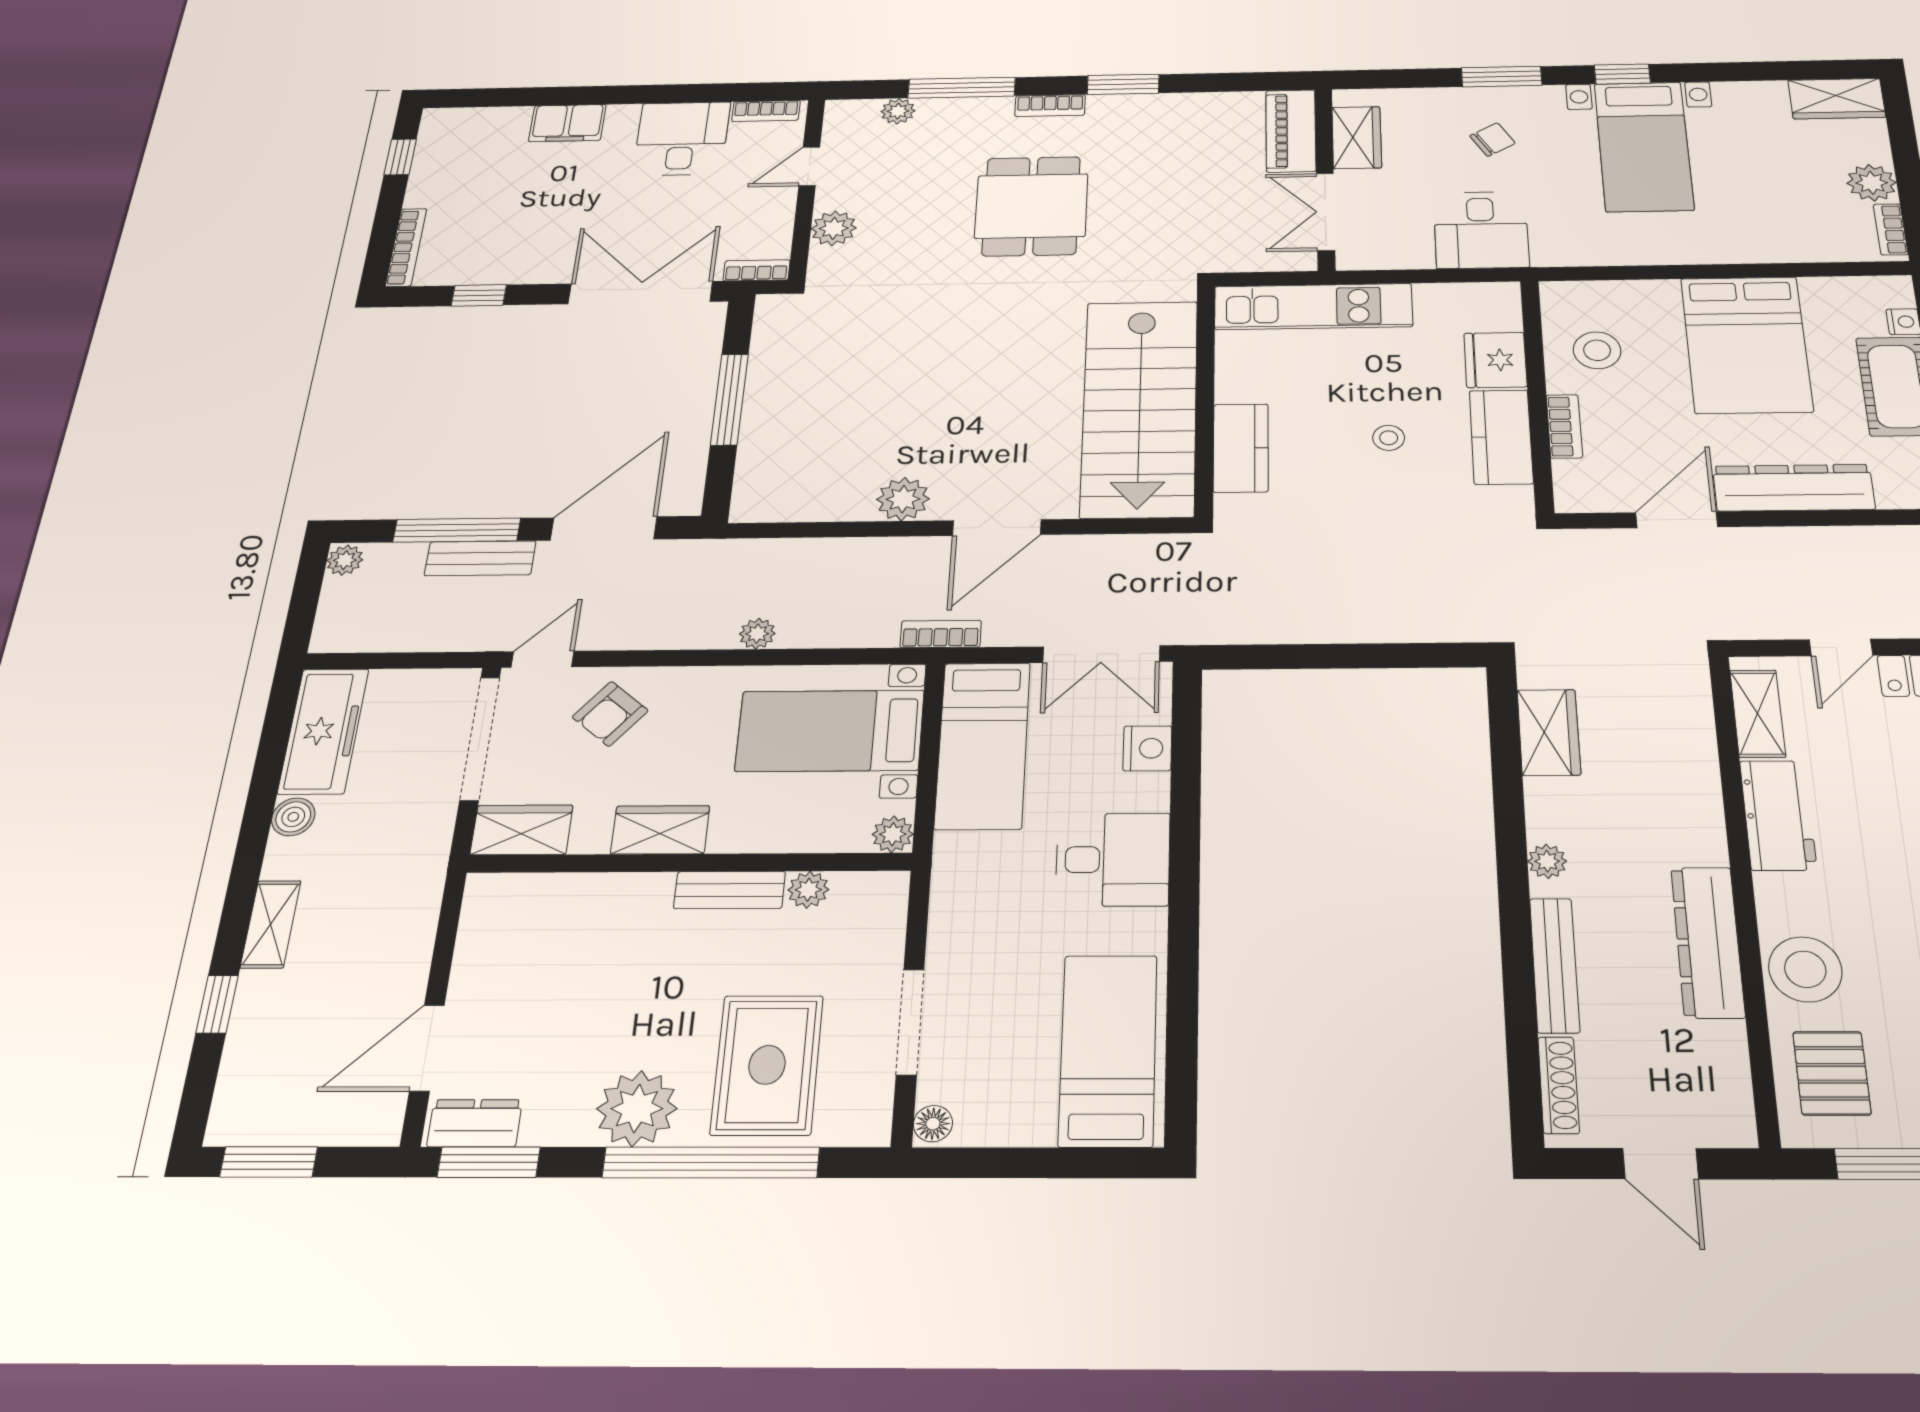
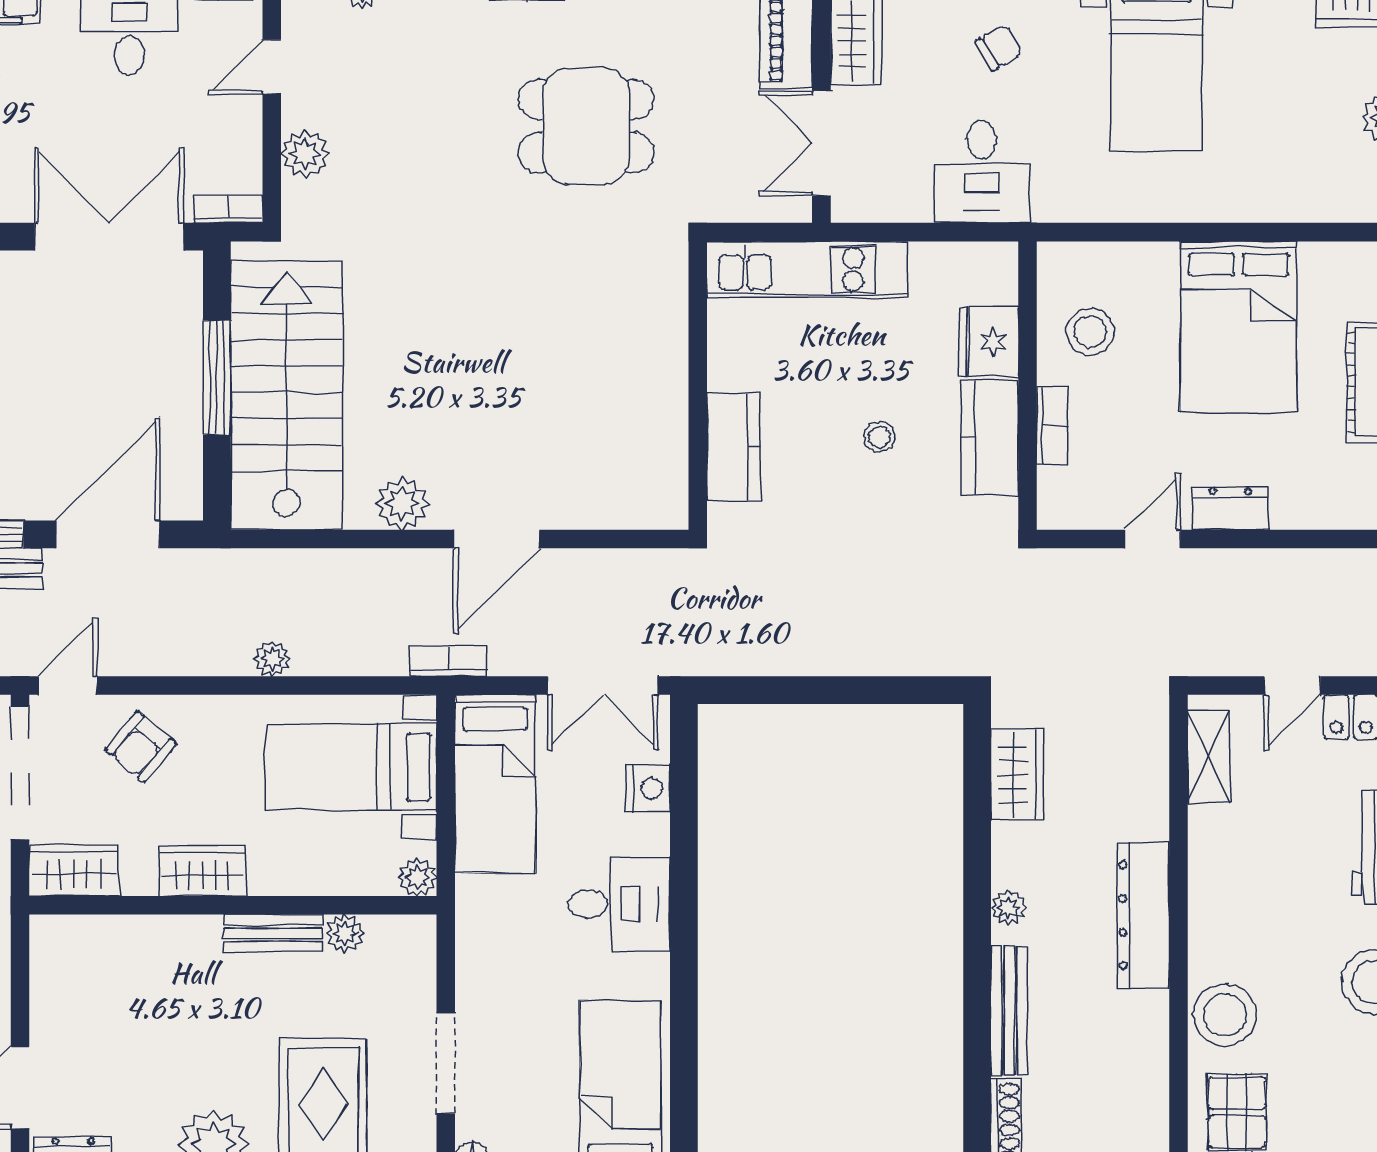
dining table: (1031, 206) -> (586, 126), moved, turned 90
stairs: (1140, 408) -> (287, 395), moved, turned 180
dresser: (1794, 488) -> (1230, 508), width x0.51, depth x0.80
door: (1677, 520) -> (1153, 539), width x0.73
workbench: (1778, 815) -> (1217, 863), removed
dresser: (1708, 942) -> (1143, 915), moved

